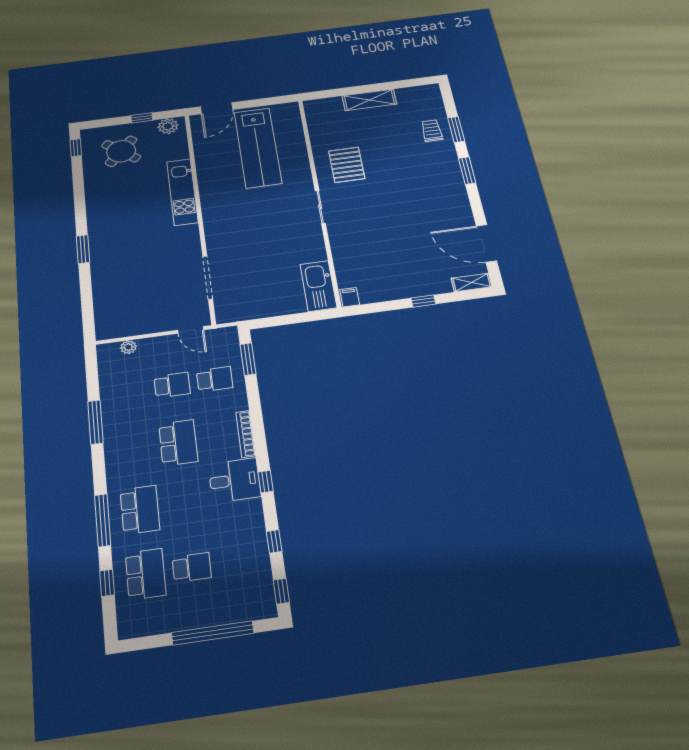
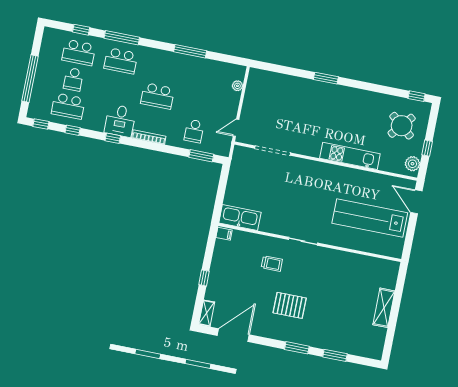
trolley: (432, 131) -> (272, 264), moved
pallet: (347, 165) -> (290, 305), moved
school desk: (172, 385) -> (68, 106), moved, width x1.85

